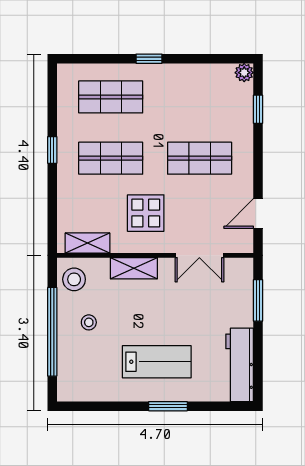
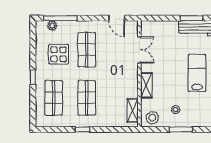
plant: (244, 73) -> (52, 26), moved
window: (258, 109) -> (60, 18), width x2.17
display table: (146, 213) -> (59, 54), moved
window: (258, 300) -> (192, 18), moved
window: (52, 332) -> (181, 129), width x0.47

